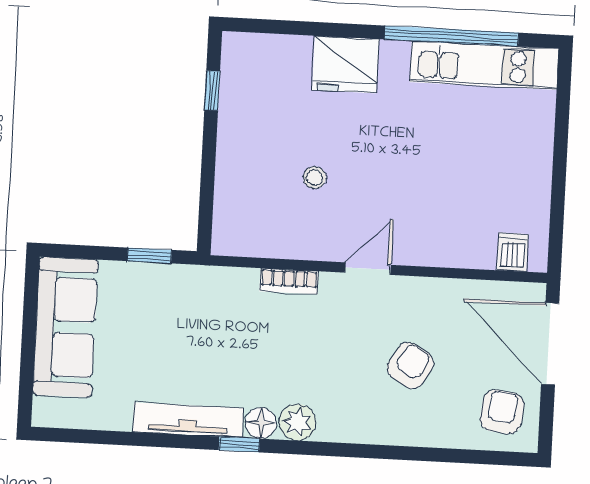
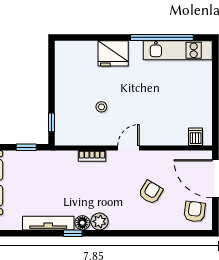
window: (212, 91) -> (51, 122), moved

